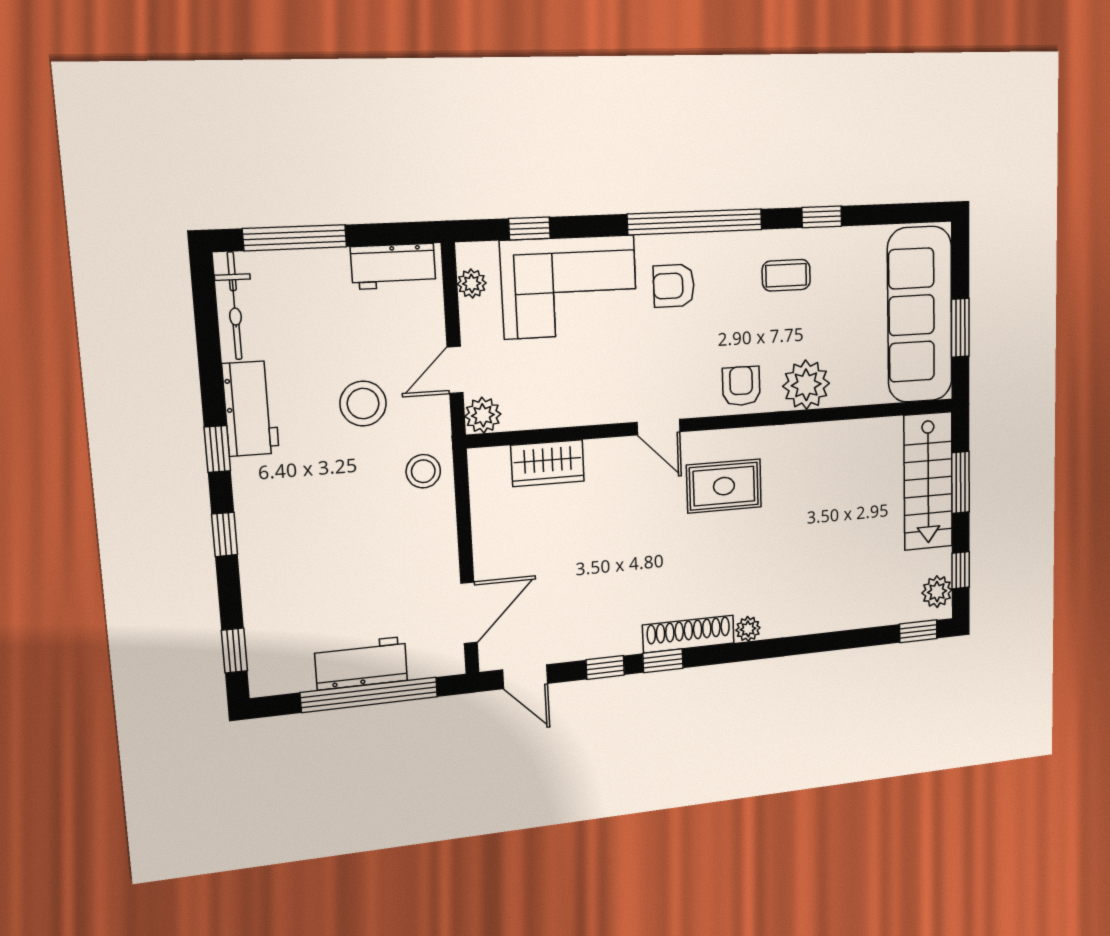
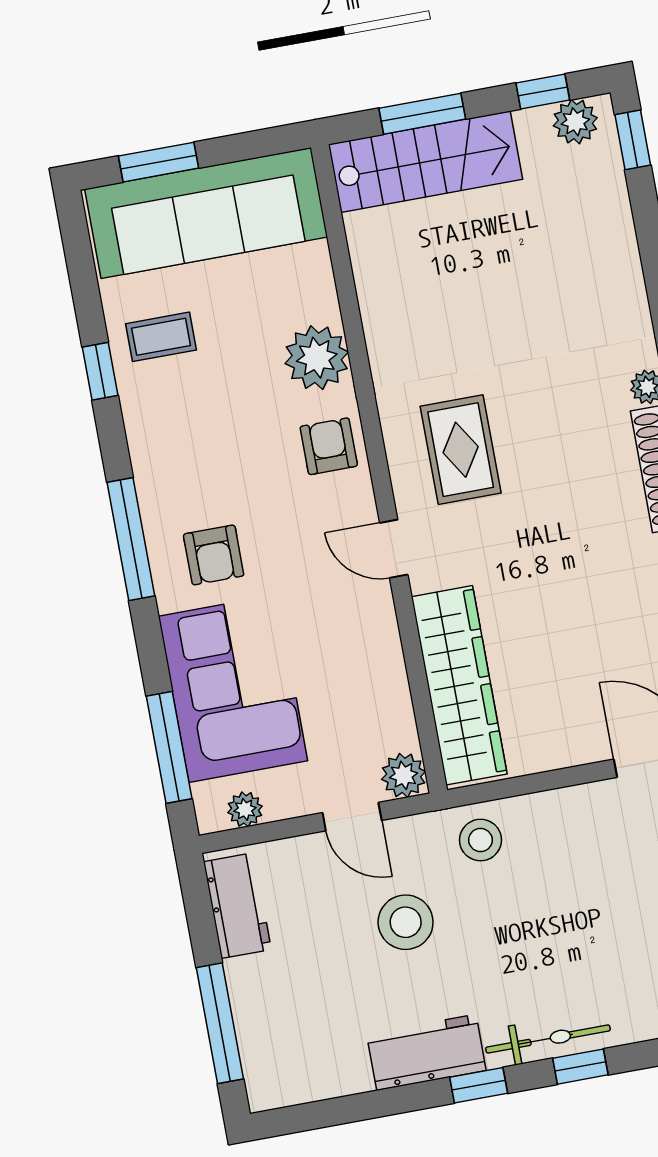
window: (695, 222) -> (131, 539), width x0.68
window: (529, 228) -> (169, 747), width x2.17
coffee table: (786, 275) -> (161, 337), moved, turned 90
bicycle: (235, 306) -> (548, 1039), moved
window: (960, 328) -> (159, 162), moved
armchair: (741, 386) -> (329, 446), turned 90
door: (659, 427) -> (394, 549), swing flipped
wardrobe: (548, 463) -> (459, 685), width x2.10, depth x1.17

